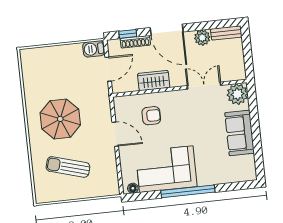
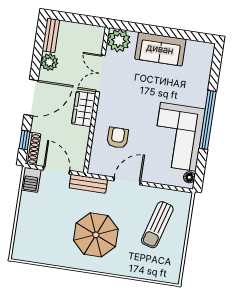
shoe rack: (135, 42) -> (33, 149), moved
wardrobe: (154, 81) -> (84, 109), moved
bench: (104, 100) -> (88, 184), added
sun lounger: (68, 167) -> (157, 225), moved

